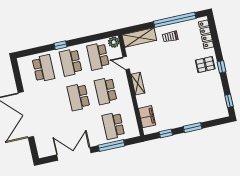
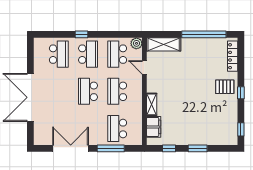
trolley: (170, 37) -> (195, 50), removed
school desk: (71, 62) -> (88, 54), turned 180
shelving: (138, 84) -> (152, 104), moved

